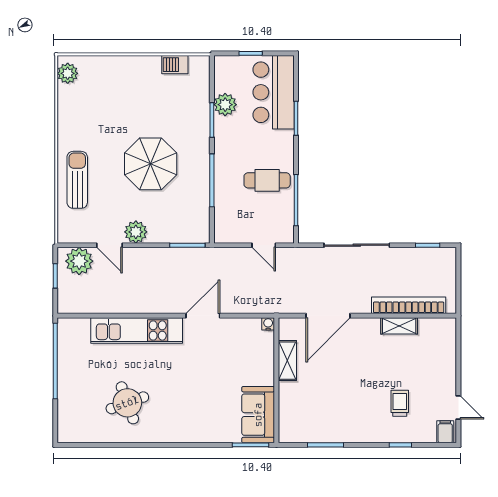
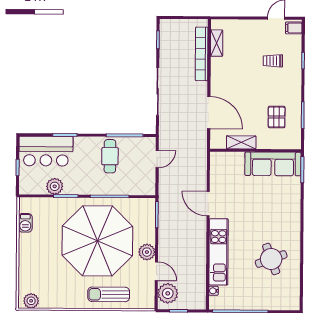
parasol: (151, 164) -> (97, 241), width x1.86, depth x1.86
door: (110, 245) -> (156, 271), hinge flipped
water cooler: (268, 324) -> (213, 291), moved
shelving: (399, 326) -> (217, 43), moved
pallet: (323, 409) -> (277, 117), added
sofa: (258, 415) -> (273, 164), width x1.36

